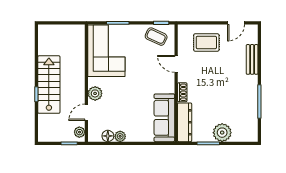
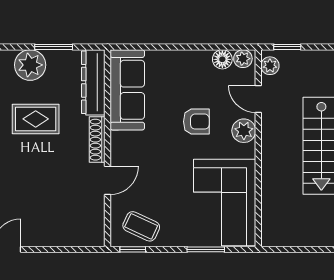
rug: (206, 42) -> (36, 119), moved
door: (176, 64) -> (108, 180), hinge flipped
shoe rack: (182, 92) -> (97, 140), width x1.43
armchair: (123, 99) -> (196, 122), added
door: (86, 112) -> (258, 99), swing flipped
plant: (120, 136) -> (243, 59), moved

